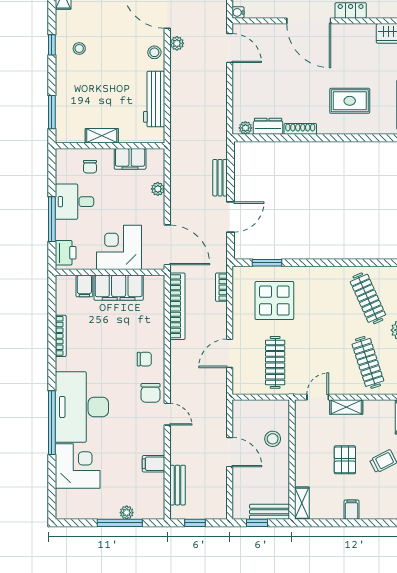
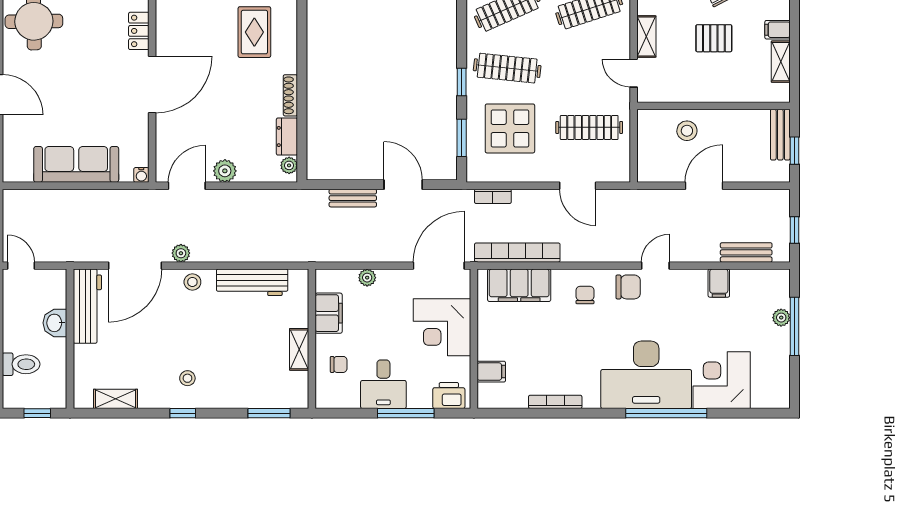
plant: (241, 78) -> (225, 171), added
window: (311, 263) -> (462, 82), added
filing cabinet: (119, 288) -> (519, 285), moved, turned 90
clothes rail: (322, 298) -> (507, 68), added
shelving: (302, 503) -> (781, 62), moved, turned 90

